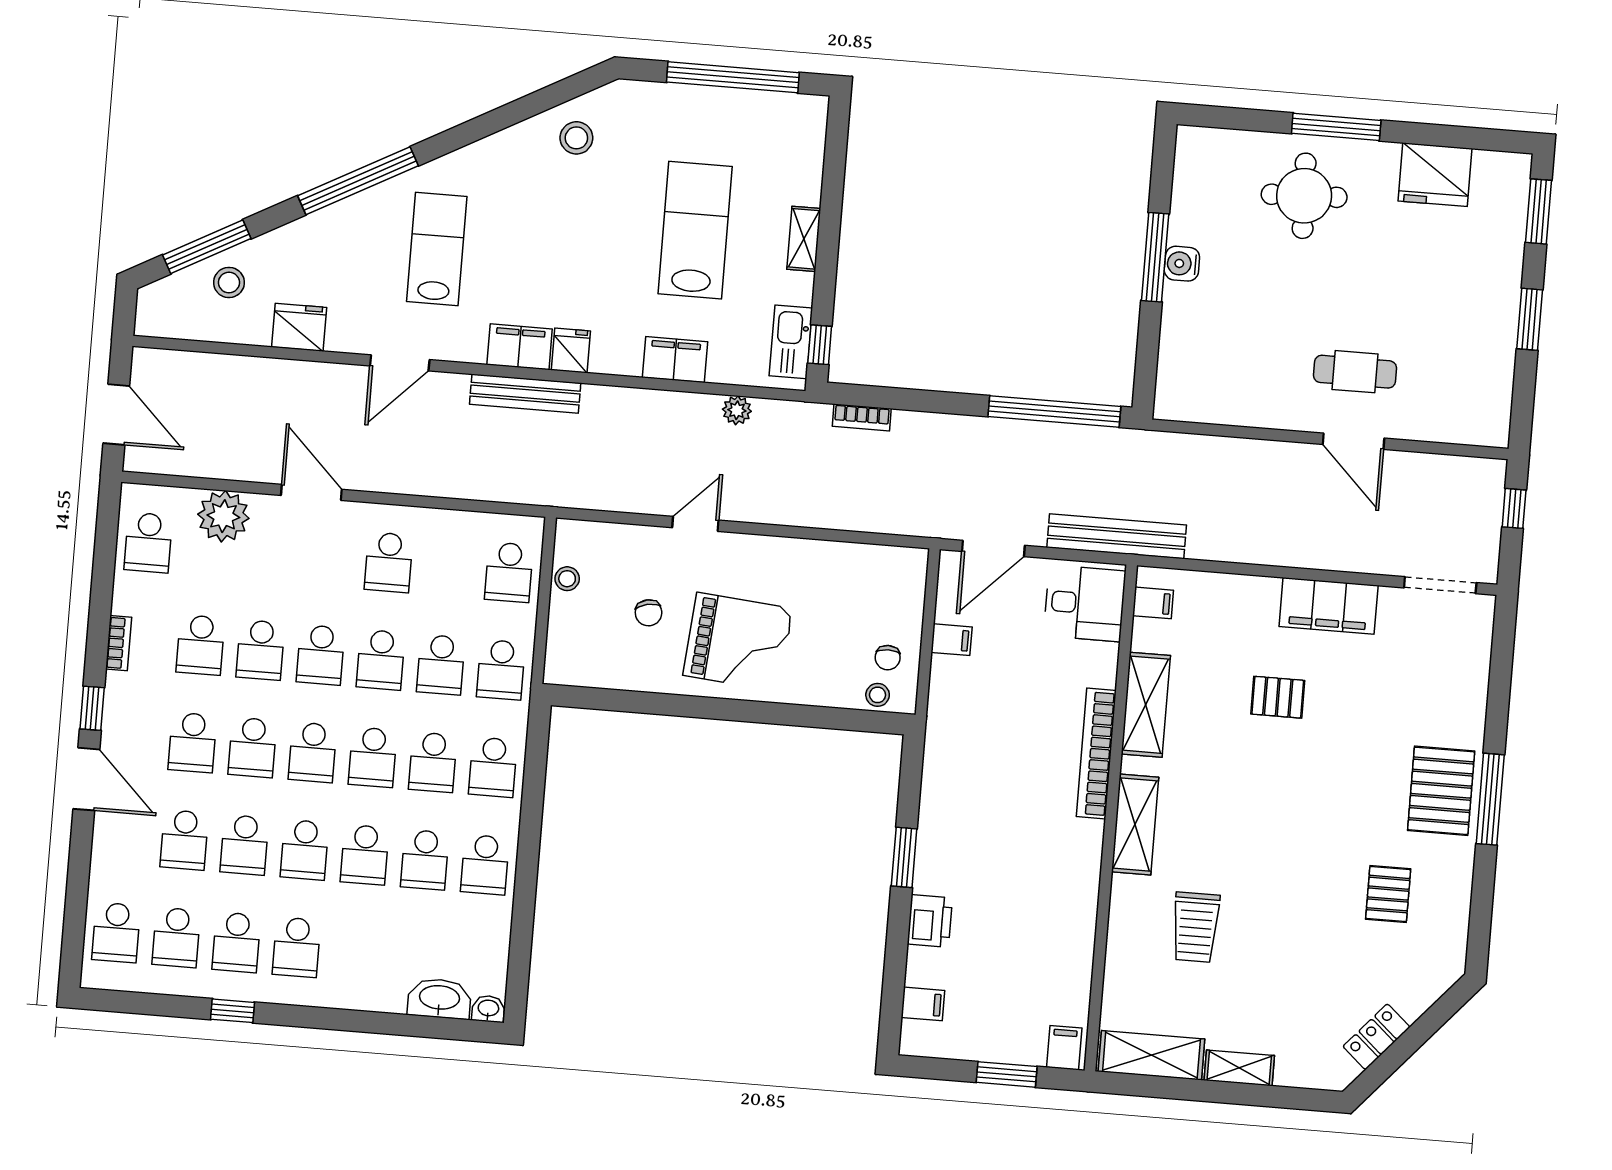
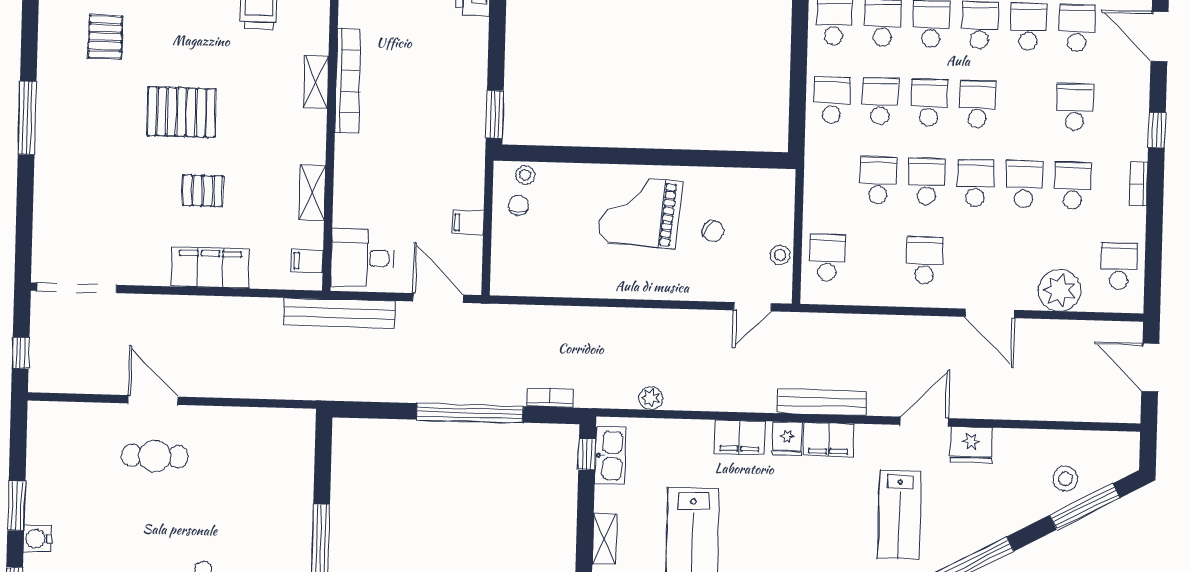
water cooler: (1182, 264) -> (37, 539), moved, turned 180
fridge: (299, 327) -> (971, 445), moved
filing cabinet: (675, 360) -> (740, 437), moved
window: (1054, 412) -> (470, 413), moved
door: (695, 524) -> (753, 307), moved
door: (993, 548) -> (438, 298), hinge flipped
doorway: (1440, 585) -> (77, 288), width x1.36
filing cabinet: (1329, 606) -> (210, 268), moved
chair: (649, 613) -> (713, 231), turned 137
school desk: (501, 670) -> (829, 179), removed
shelving: (1146, 705) -> (312, 193), width x0.67, depth x0.75
school desk: (252, 747) -> (1026, 105), removed
bookcase: (1096, 754) -> (348, 81), moved
door: (86, 779) -> (1160, 37), moved
pallet: (1441, 791) -> (182, 112), moved, turned 90
shelving: (1135, 825) -> (316, 82), width x0.67, depth x0.75
window: (904, 857) -> (495, 114), moved

